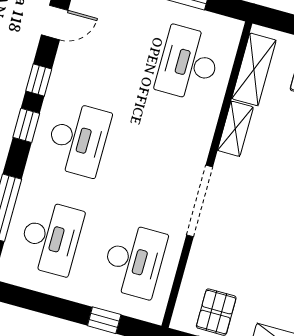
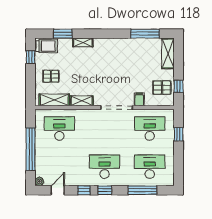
door: (55, 23) -> (58, 190), hinge flipped
desk: (188, 63) -> (59, 129), turned 180
filing cabinet: (204, 255) -> (139, 99), added

